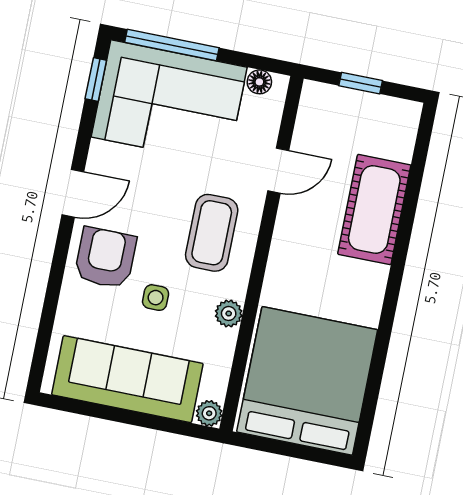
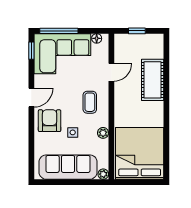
coffee table: (212, 233) -> (90, 102), width x0.73, depth x0.77

